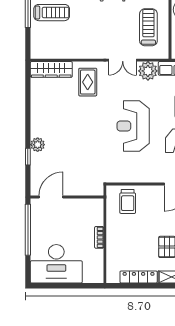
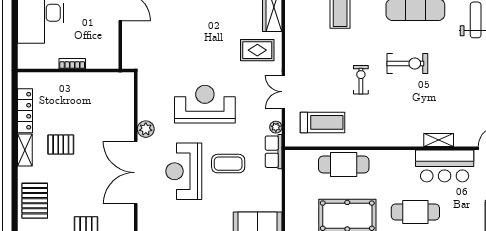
plant: (148, 71) -> (276, 127), width x0.53, depth x0.53
plant: (154, 176) -> (146, 129), added
trolley: (128, 201) -> (115, 98), removed

